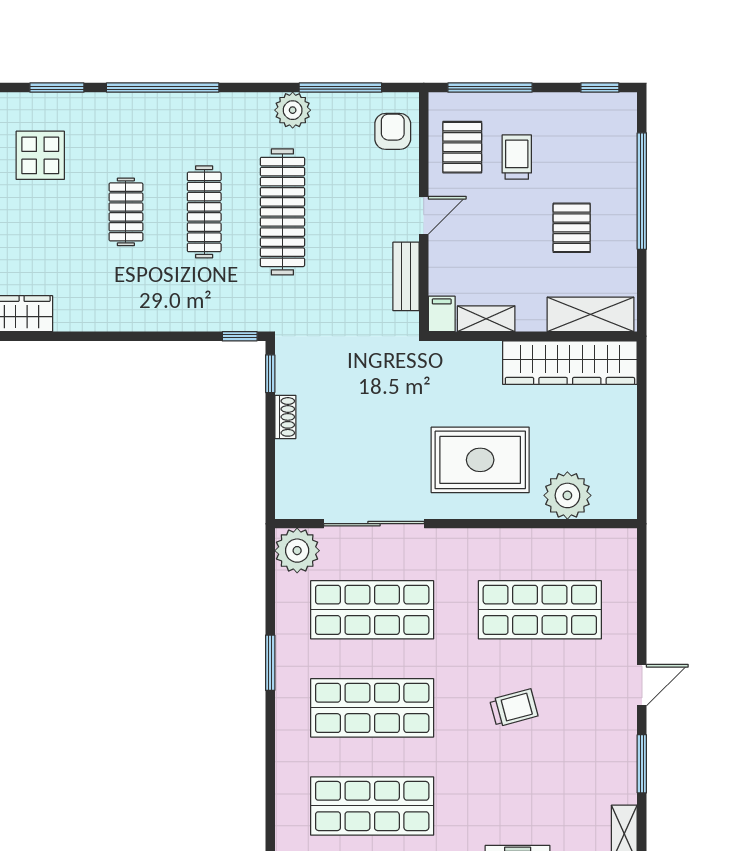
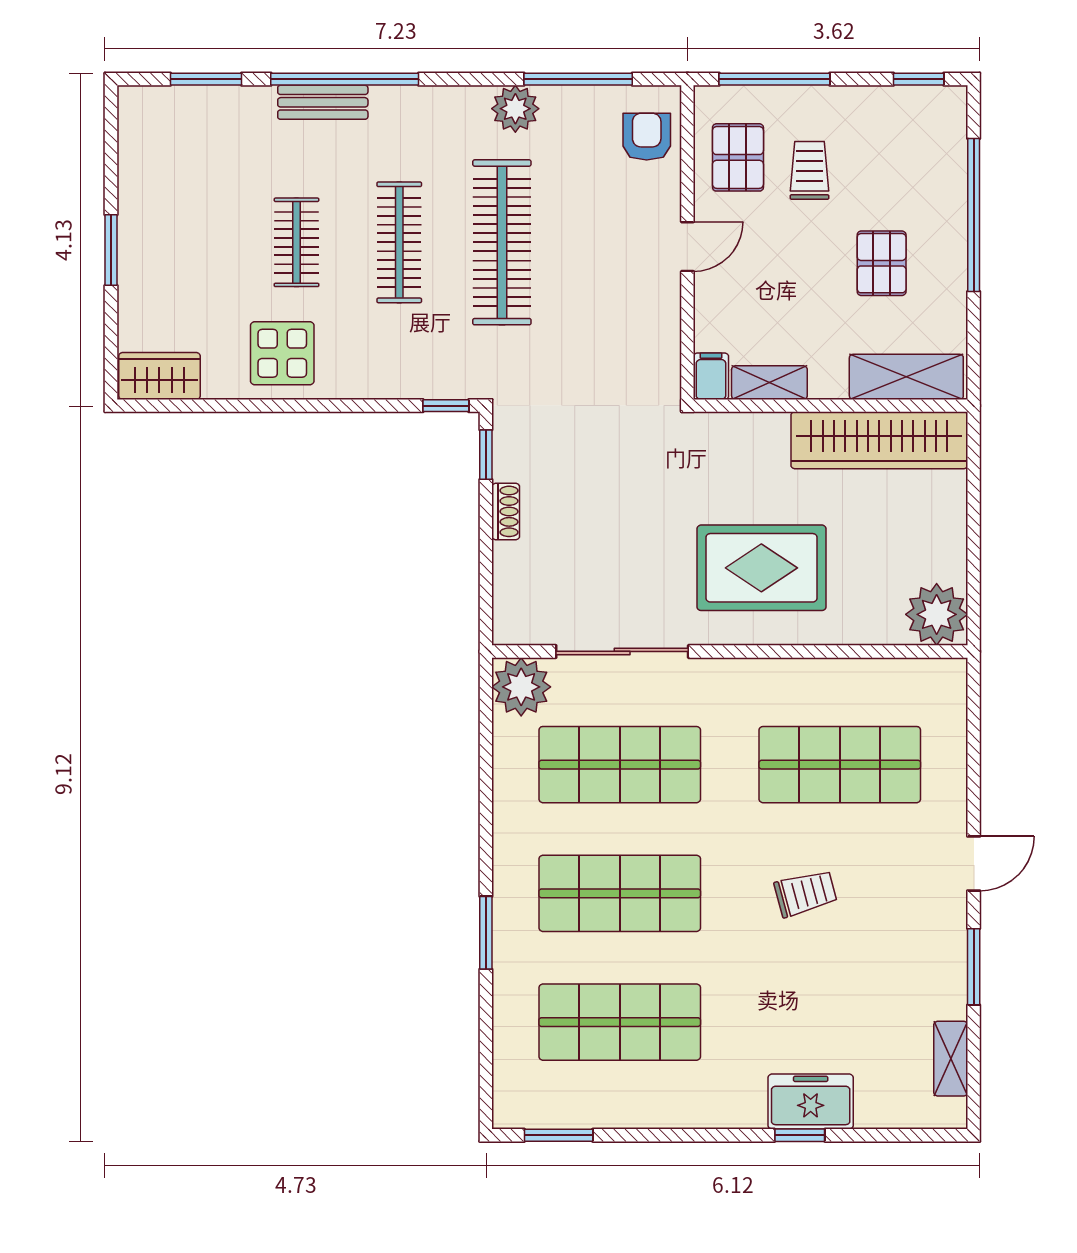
display table: (40, 155) -> (282, 353), moved
bench: (406, 276) -> (323, 102), moved, turned 90
plant: (567, 495) -> (937, 614), moved
window: (270, 663) -> (486, 933), moved

